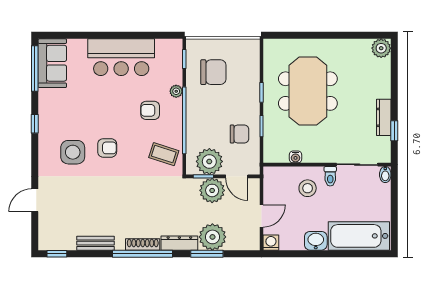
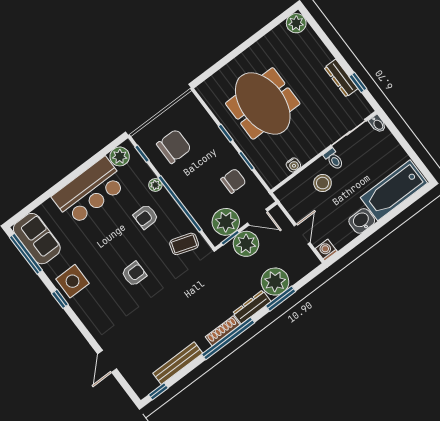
plant: (165, 48) -> (120, 156), added
side table: (73, 152) -> (72, 281), moved
bench: (95, 243) -> (178, 363), width x1.36

